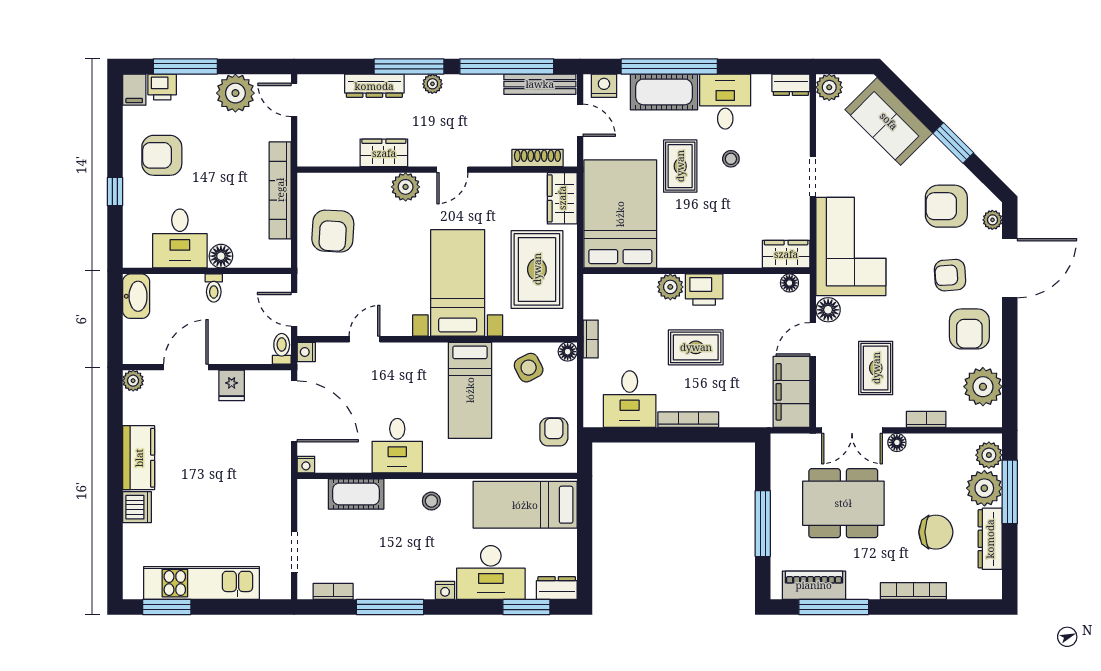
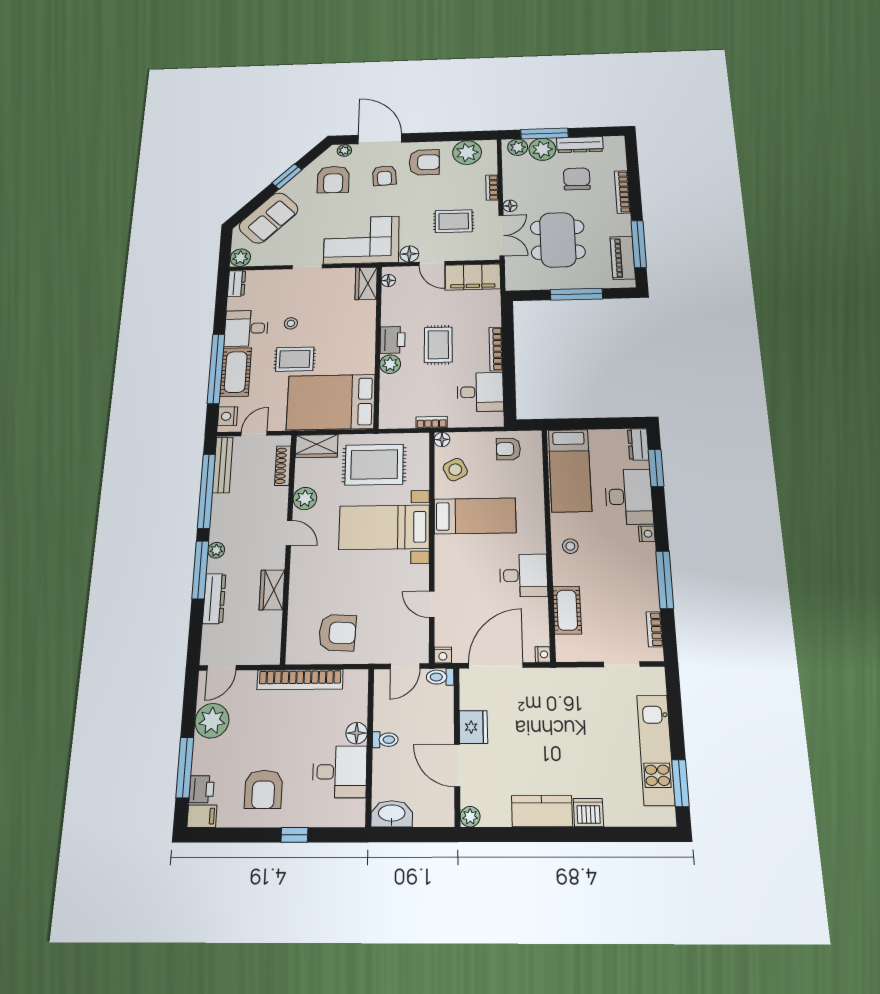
plant: (406, 187) -> (305, 499), moved
fridge: (232, 385) -> (473, 727), width x1.38

